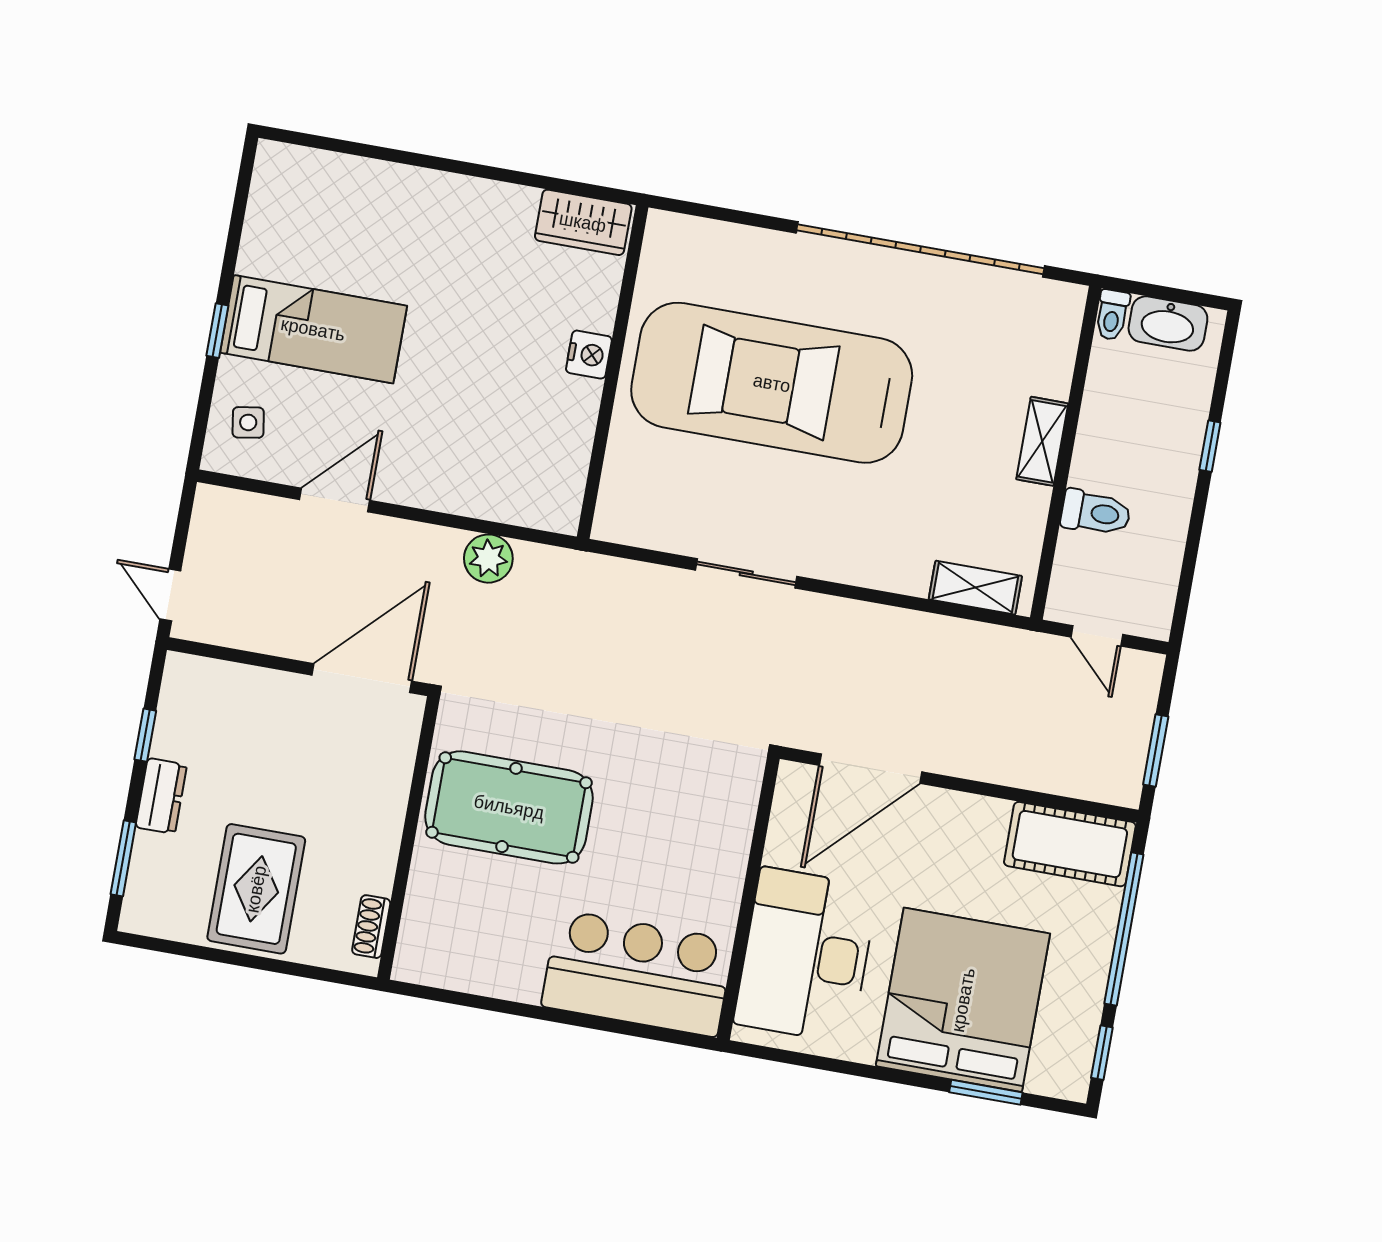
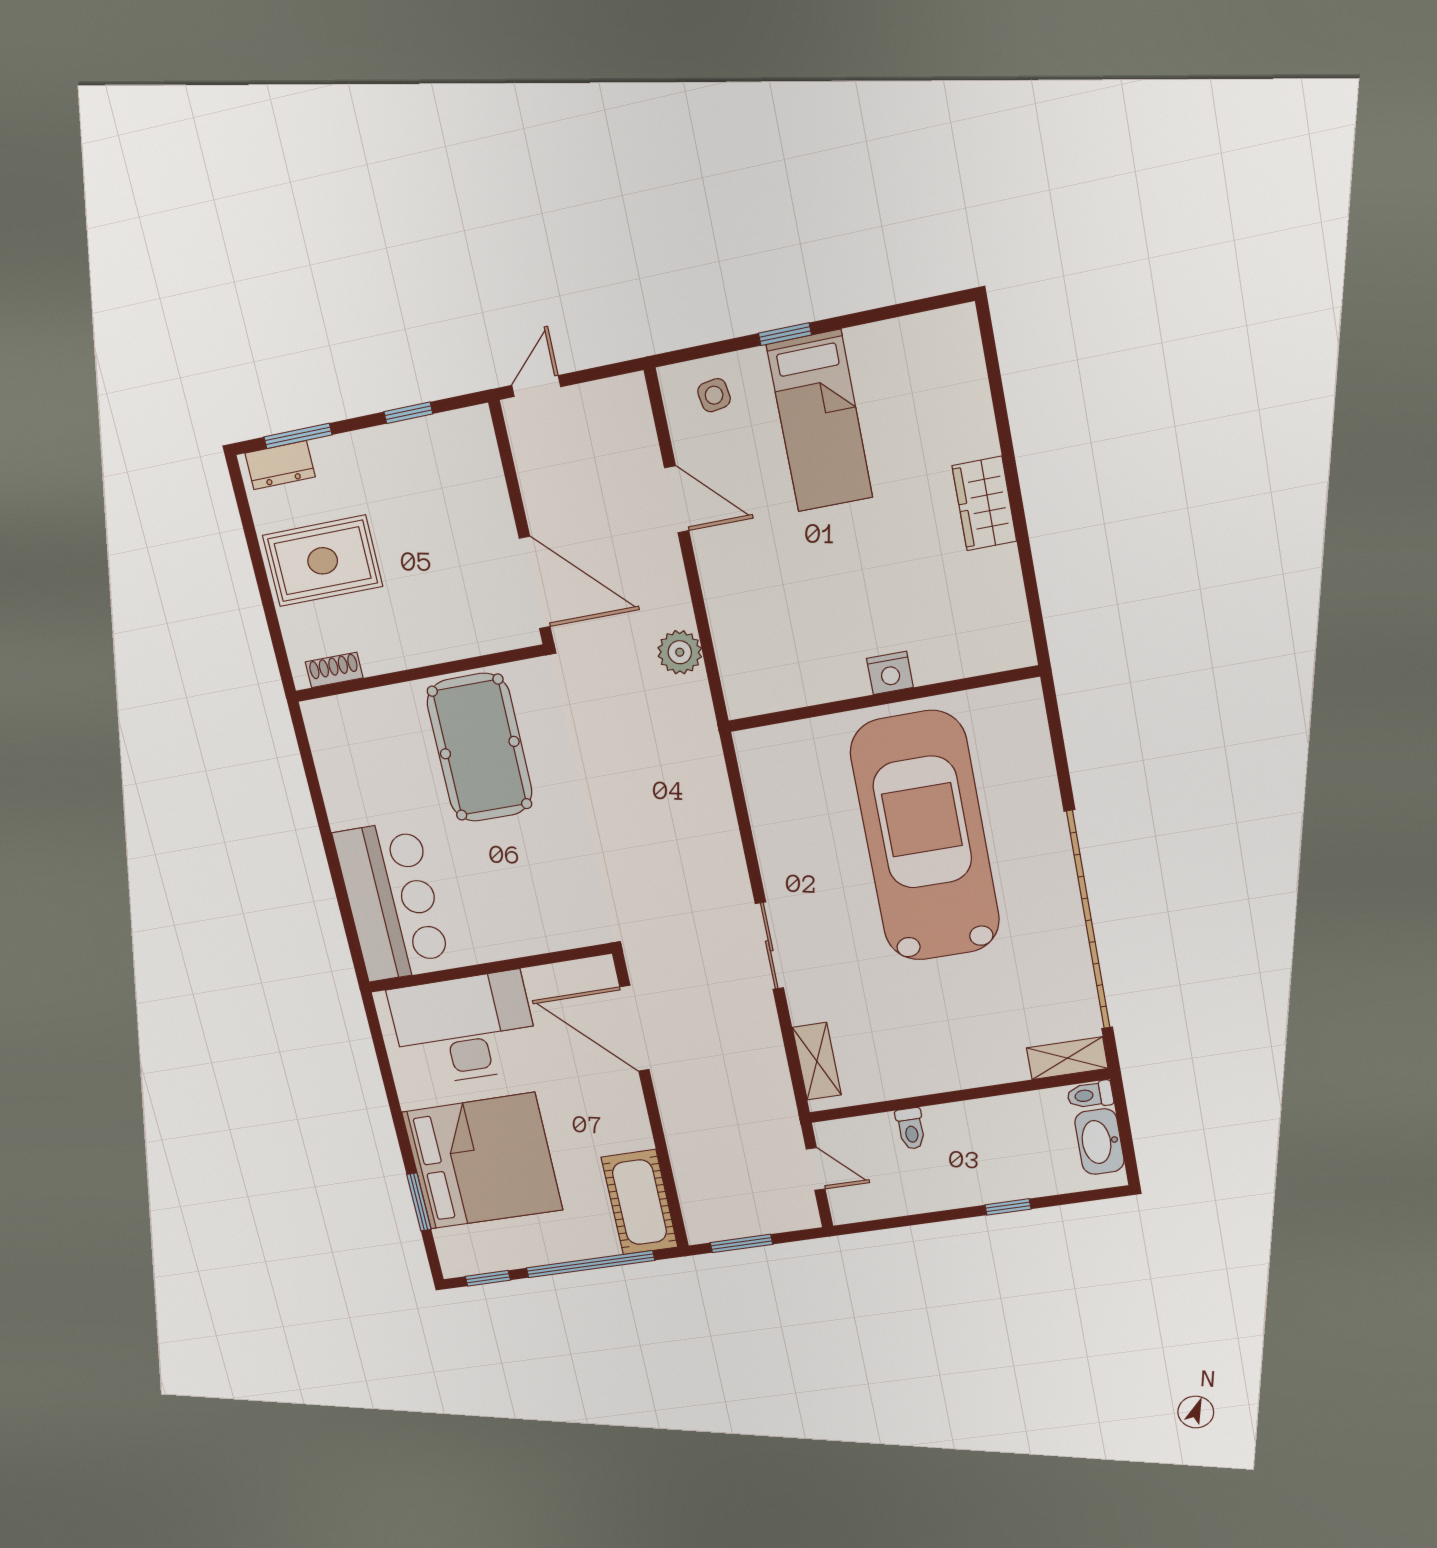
wardrobe: (583, 222) -> (984, 504), moved
shelving: (1042, 441) -> (1067, 1058), moved
toilet: (1096, 513) -> (911, 1129), width x0.73, depth x0.72
sliding door: (746, 573) -> (769, 946), moved
door: (1097, 636) -> (816, 1169), swing flipped
dresser: (161, 796) -> (280, 465), moved

